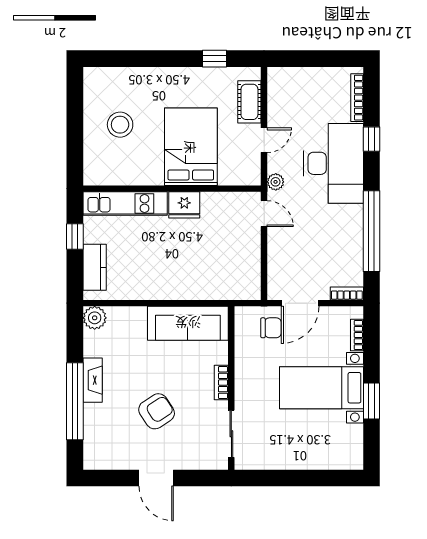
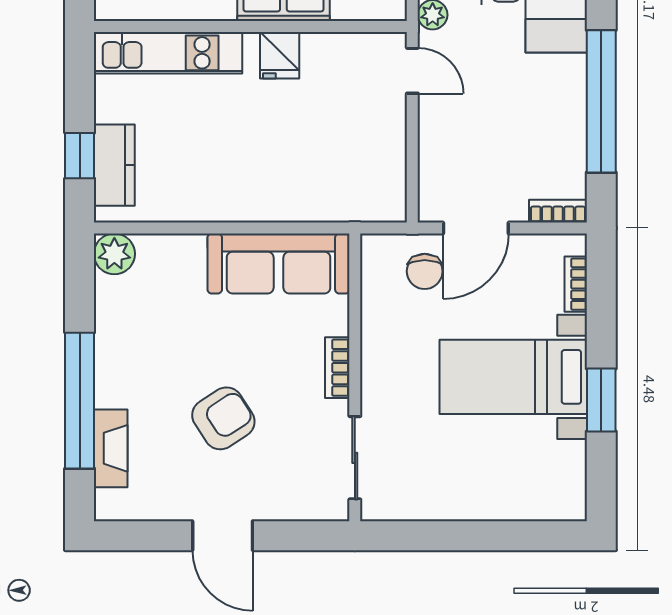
fridge: (184, 205) -> (280, 55), width x0.72
window: (75, 237) -> (80, 156), moved
chair: (271, 328) -> (425, 271), turned 90
fireplace: (93, 380) -> (111, 448), moved

